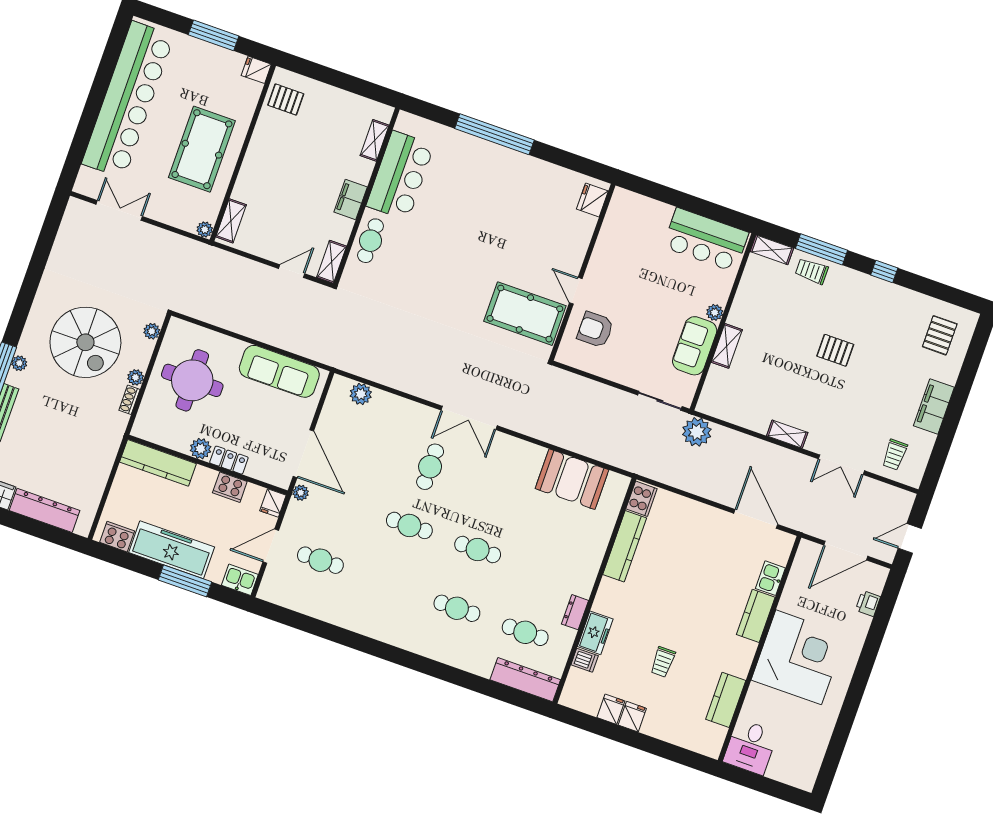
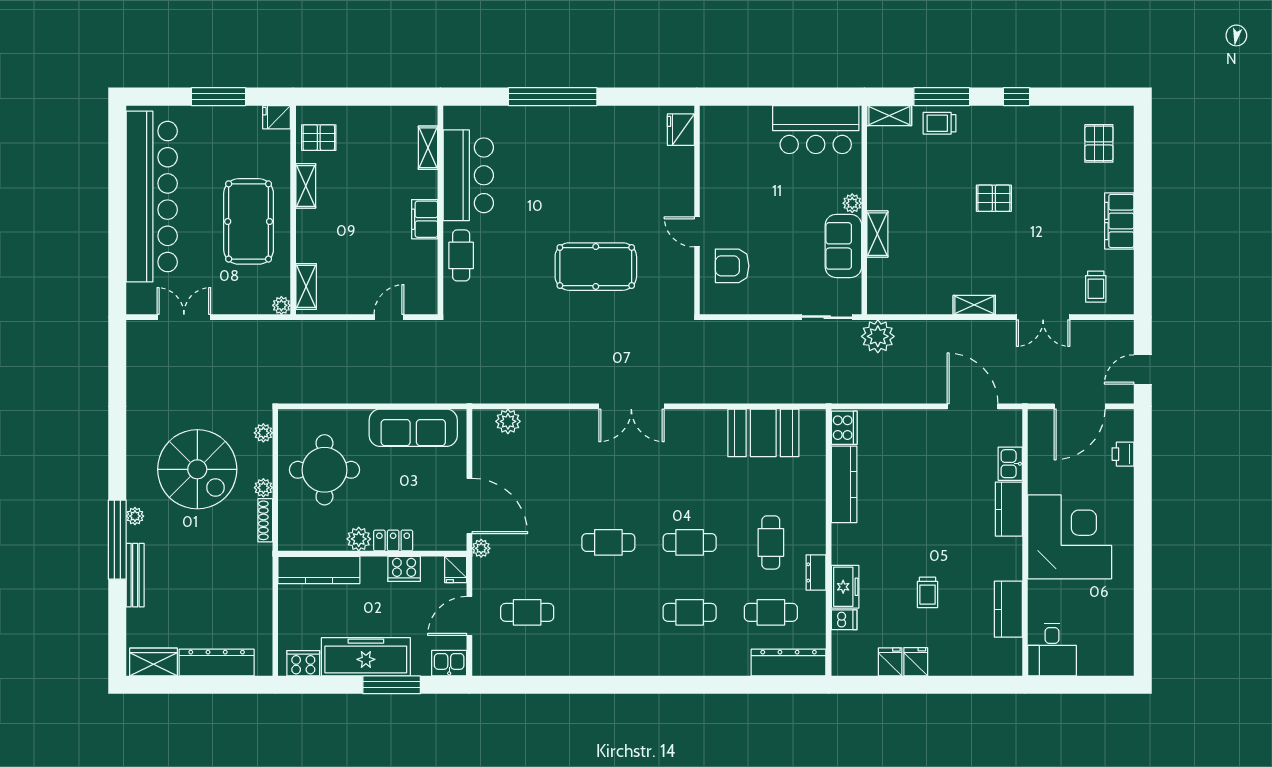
shelving: (332, 262) -> (306, 186), moved
pool table: (525, 314) -> (596, 267), moved
shoe rack: (129, 400) -> (265, 520), width x1.43
cafe table: (430, 467) -> (771, 542), moved

